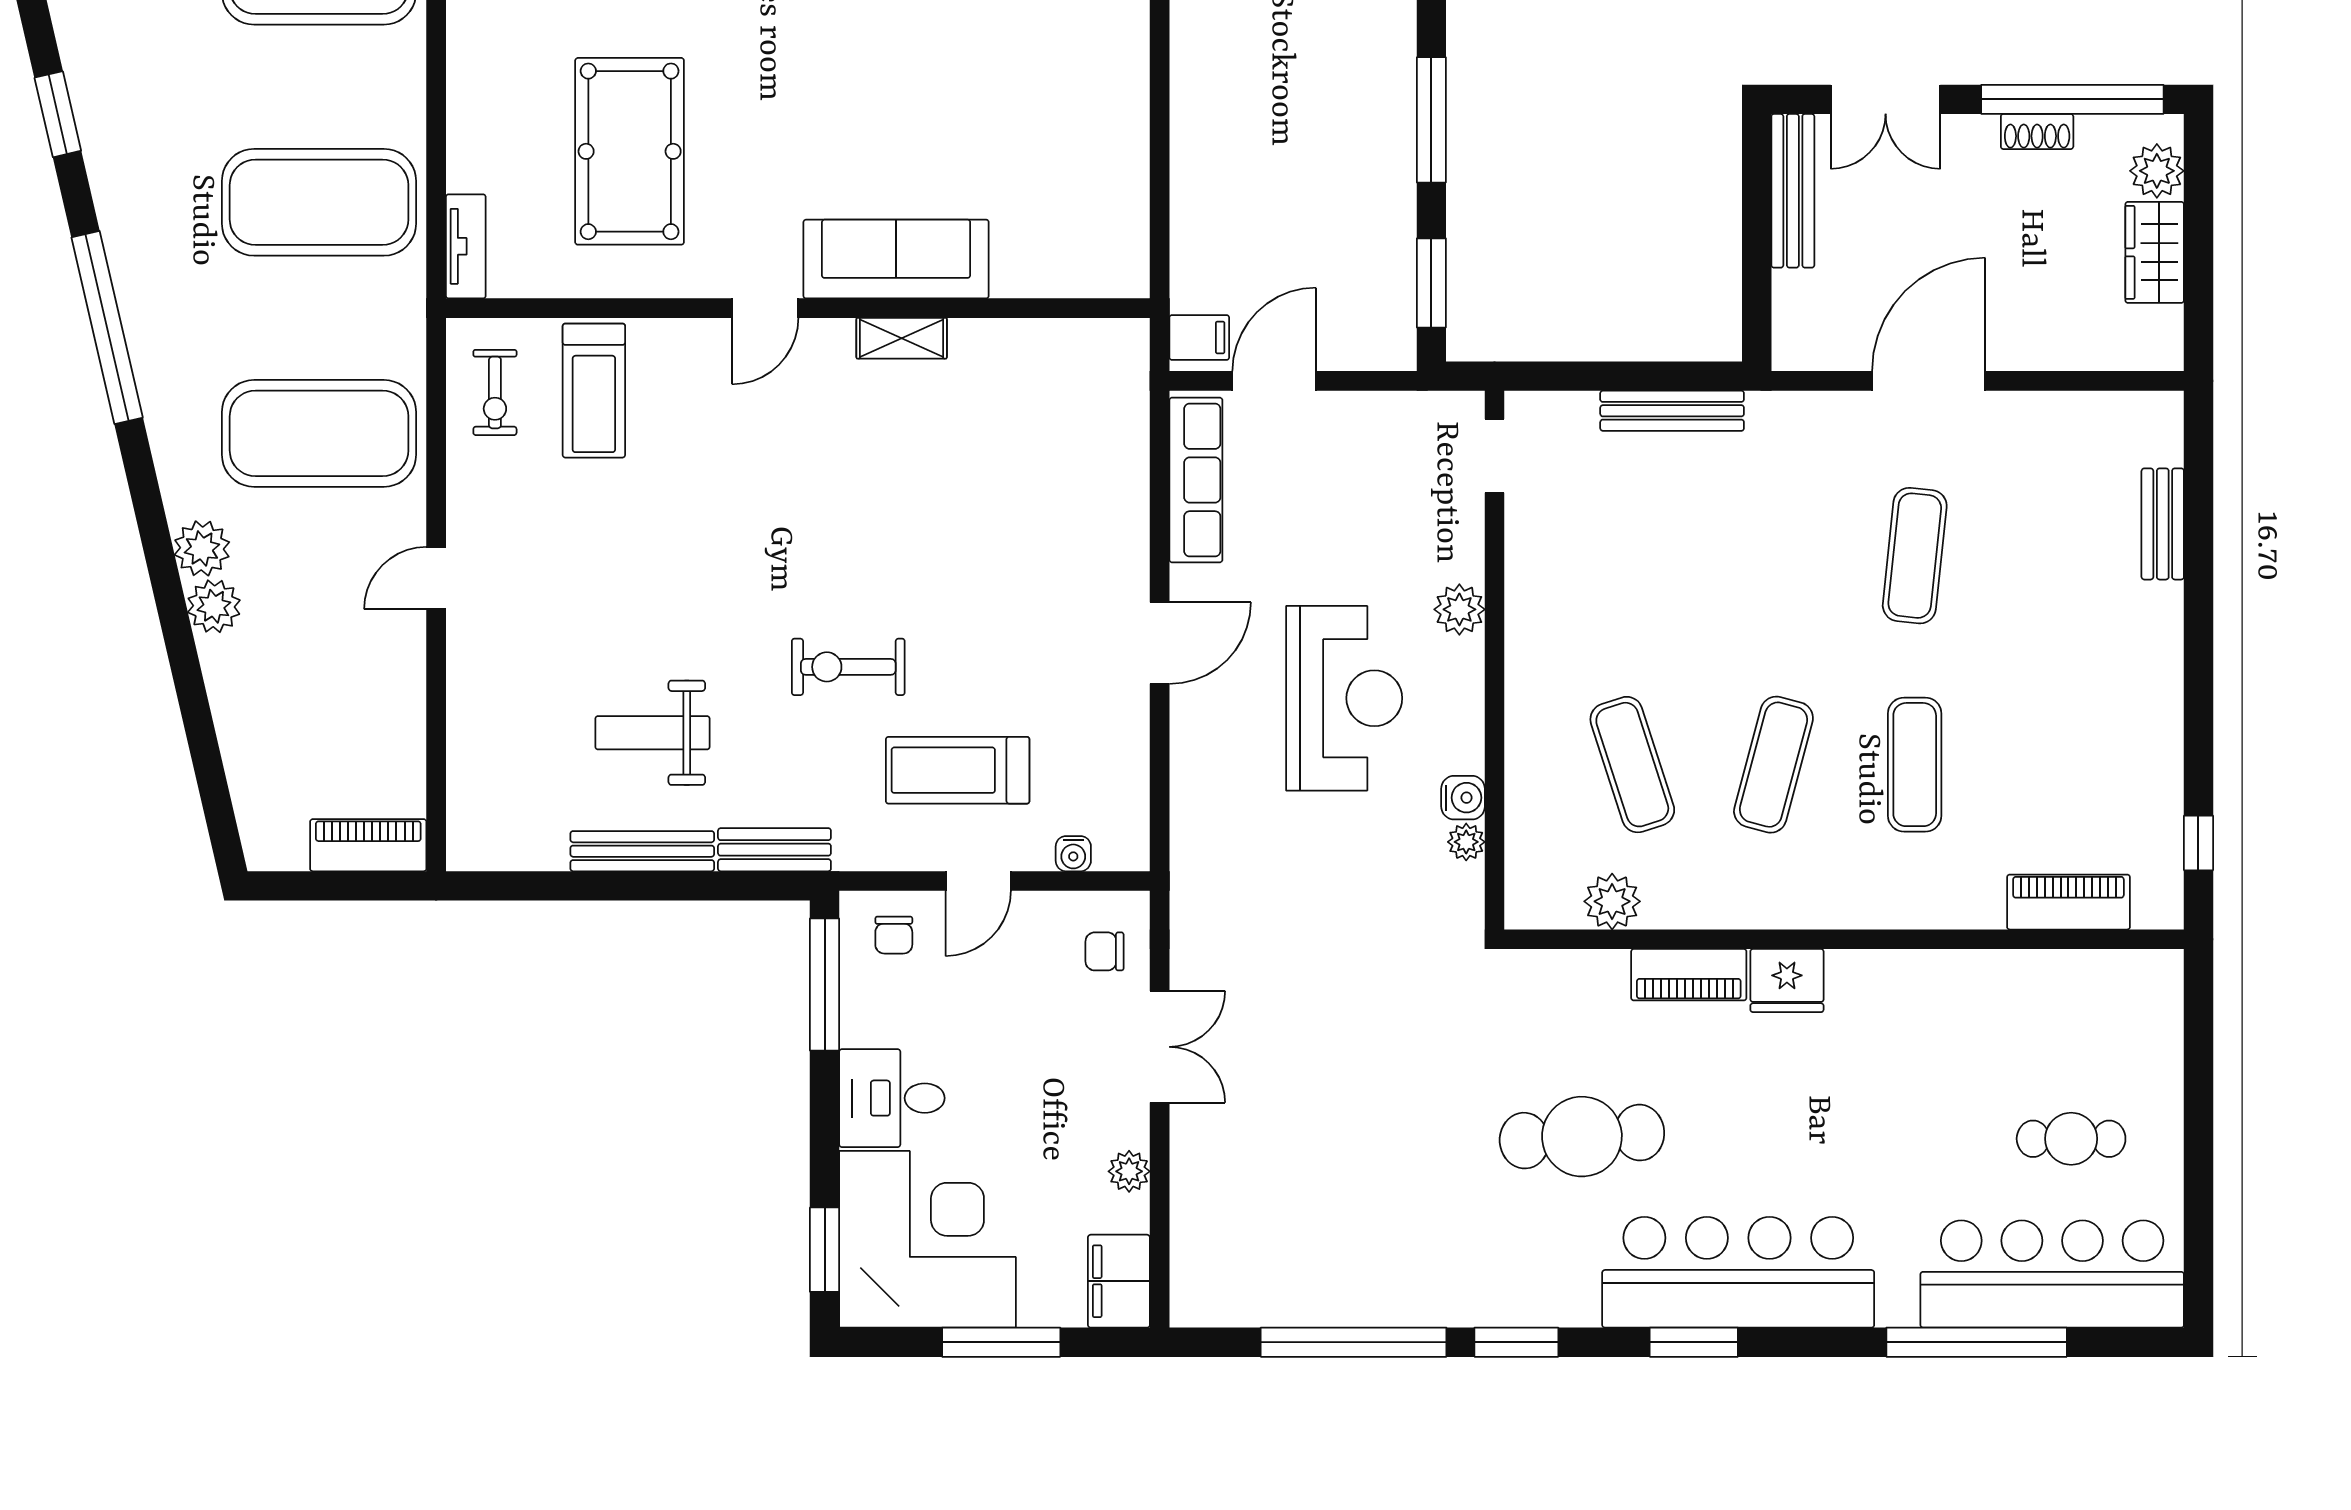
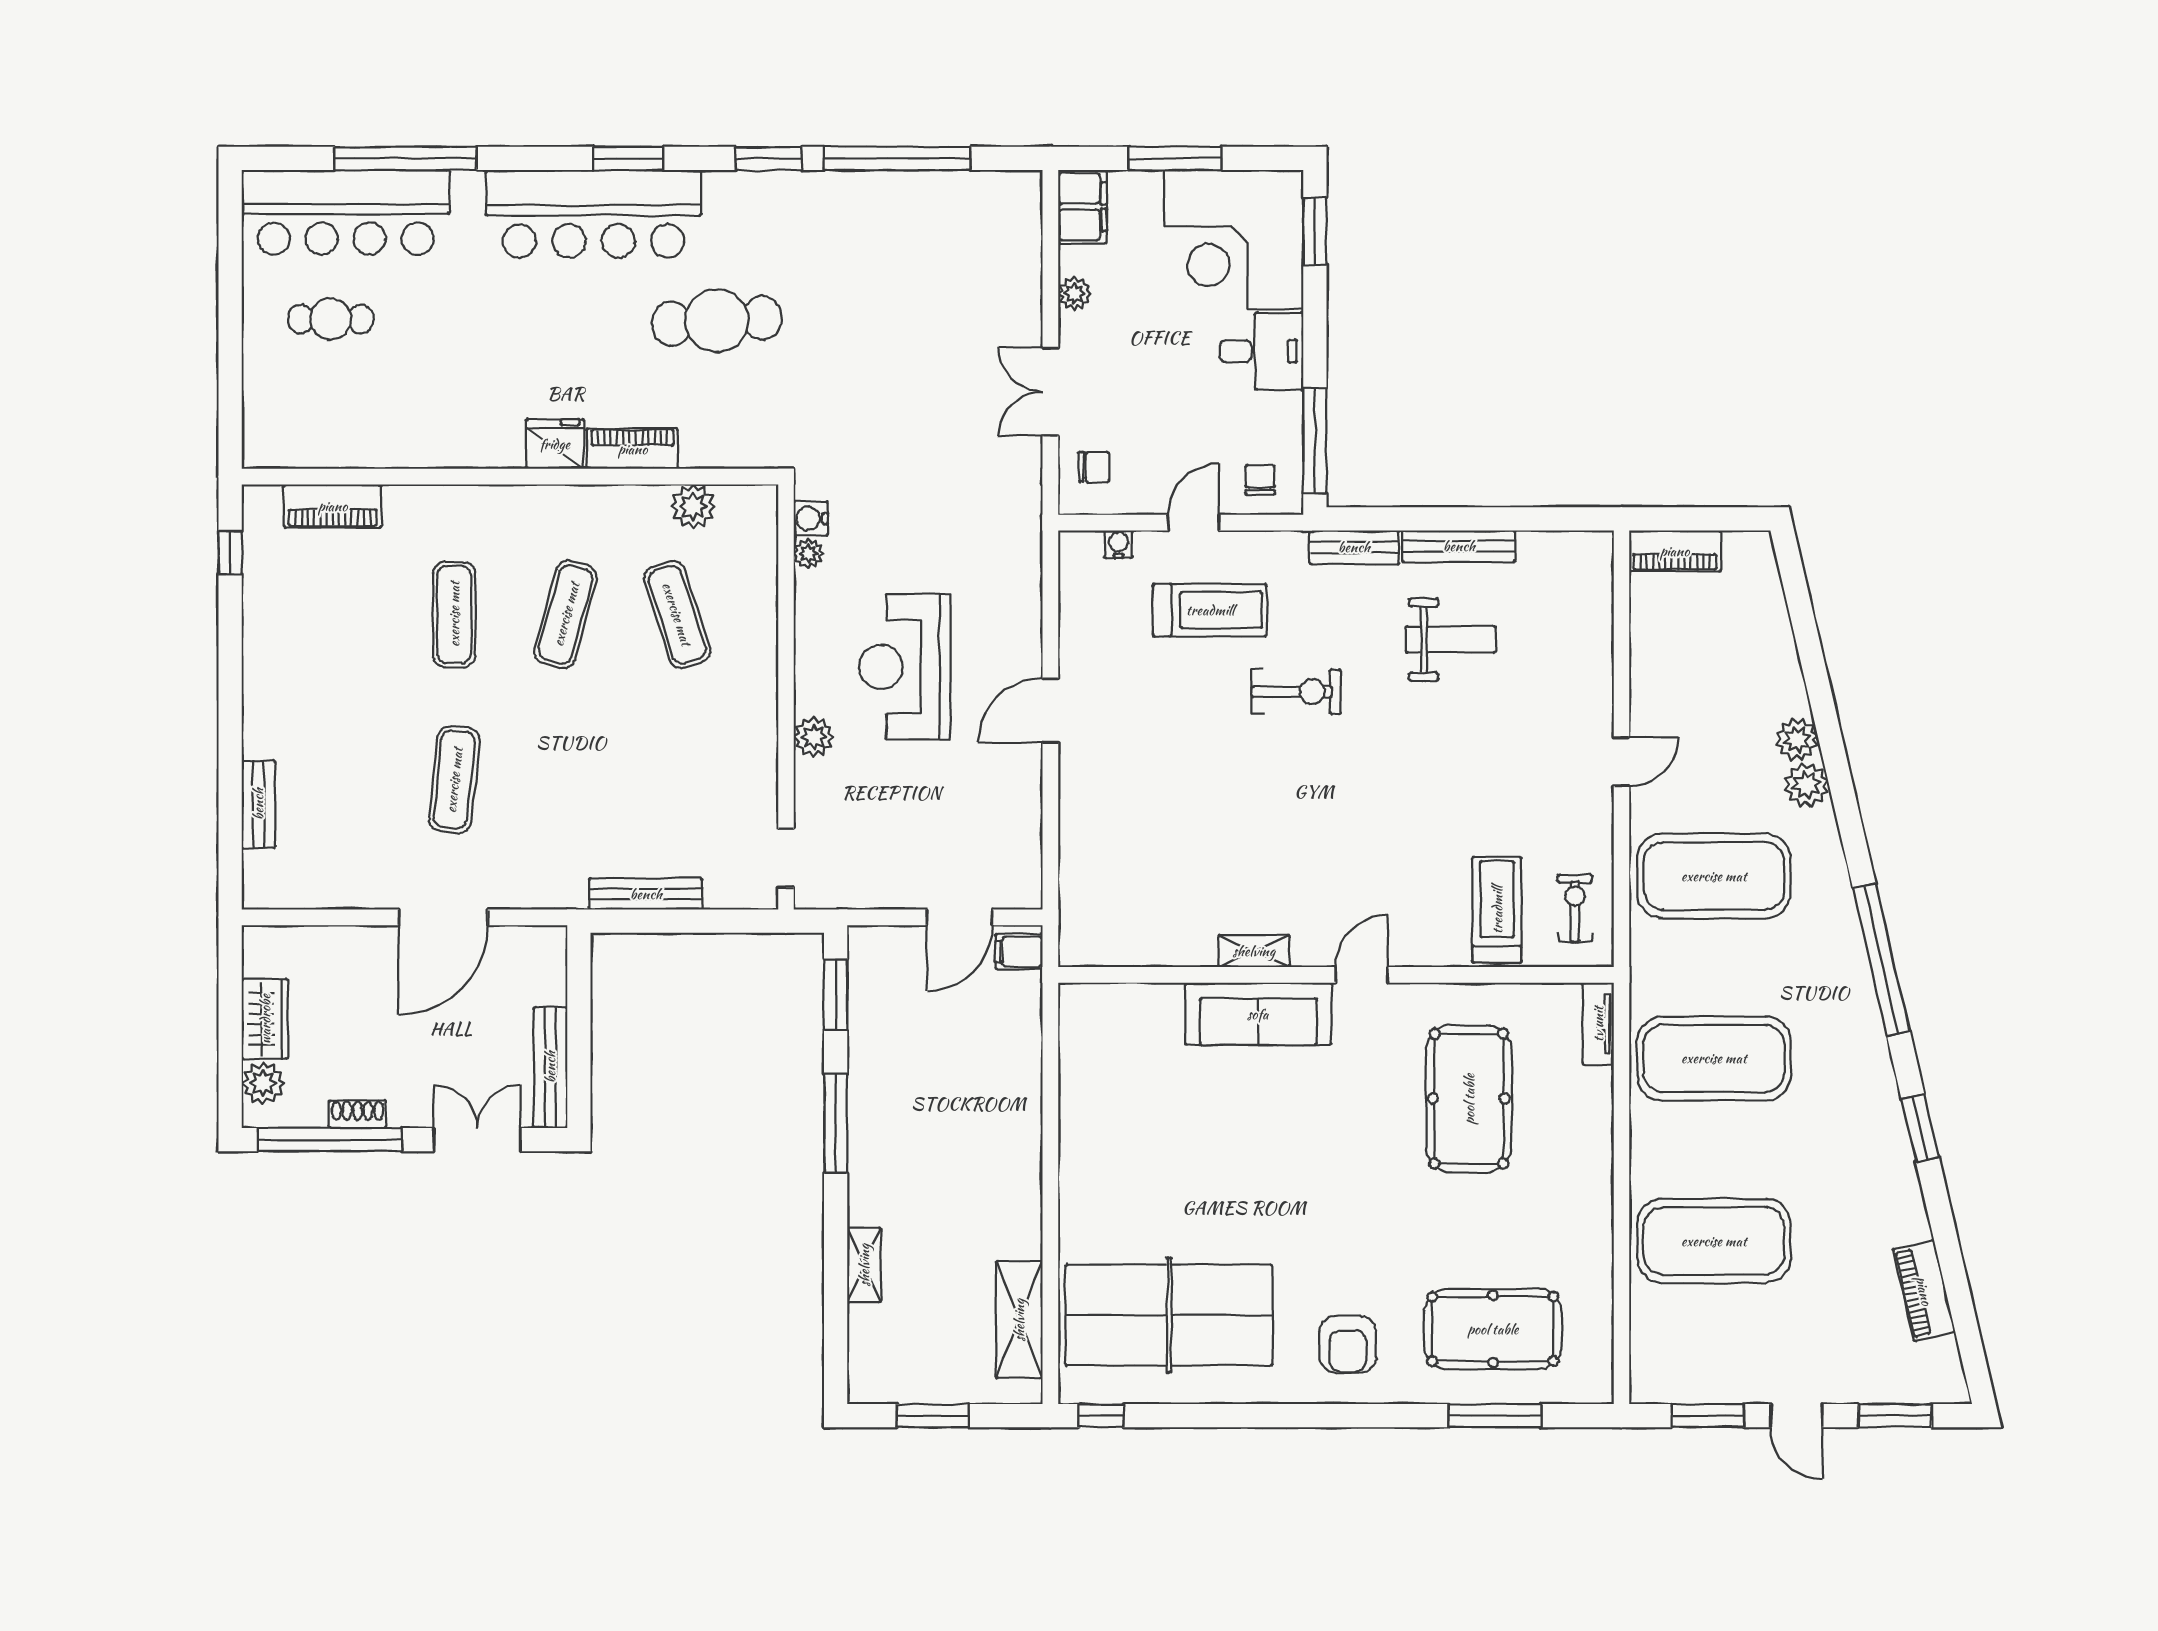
row of seats: (1196, 480) -> (1022, 839), removed
water cooler: (1463, 798) -> (811, 518), moved

